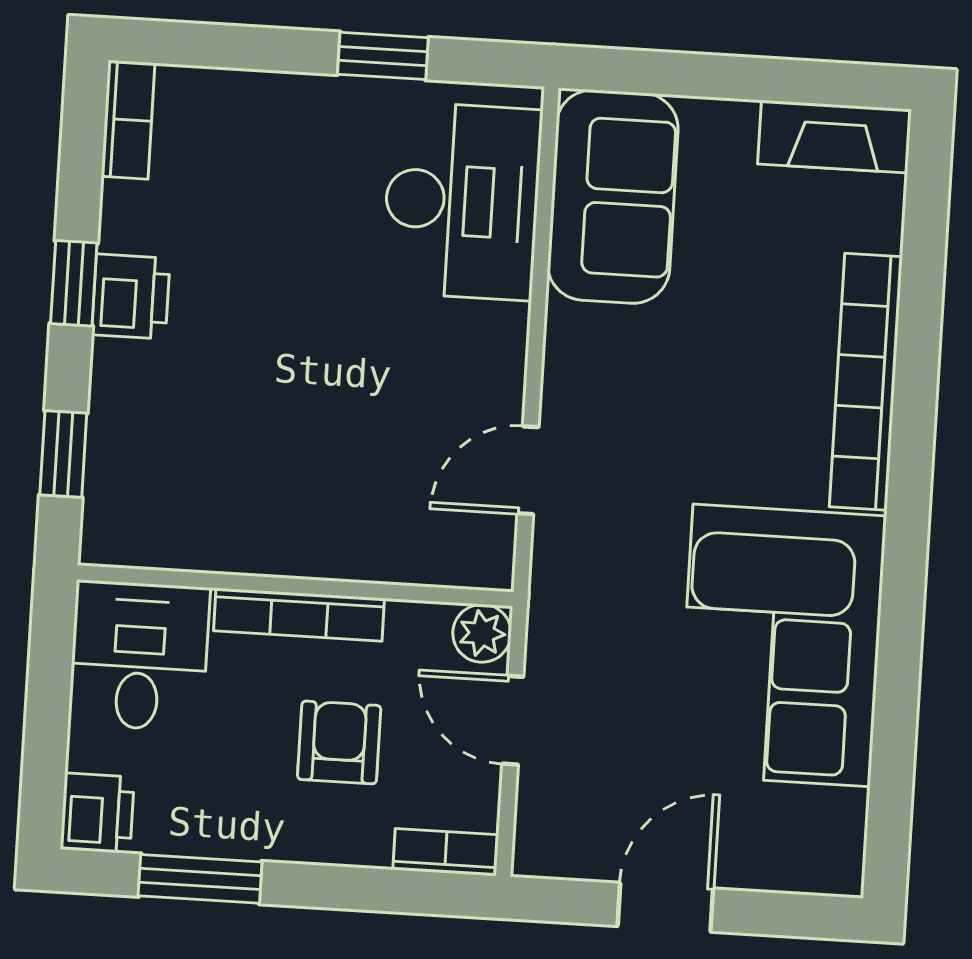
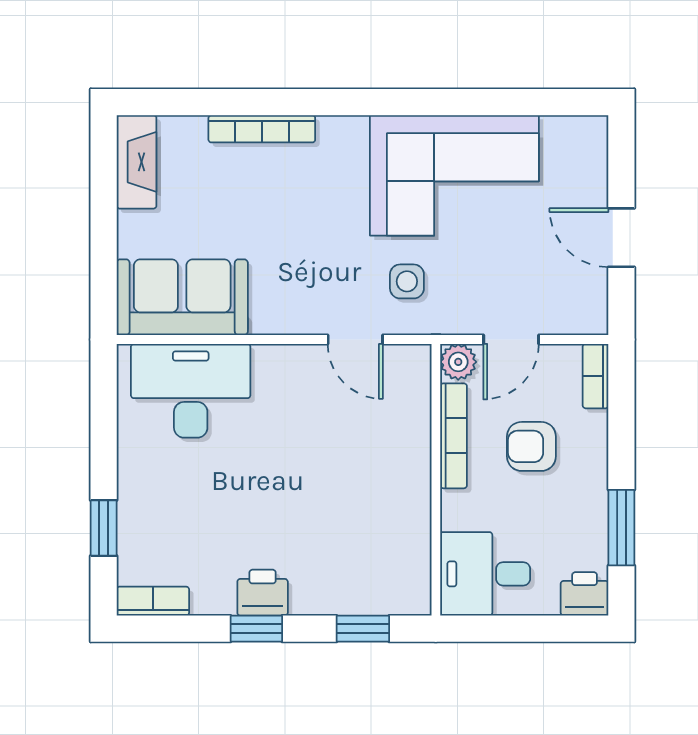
window: (383, 56) -> (104, 528), moved
bookcase: (866, 382) -> (262, 129), width x0.68, depth x0.76
side table: (616, 559) -> (407, 281), added
bookcase: (299, 615) -> (454, 436), moved

